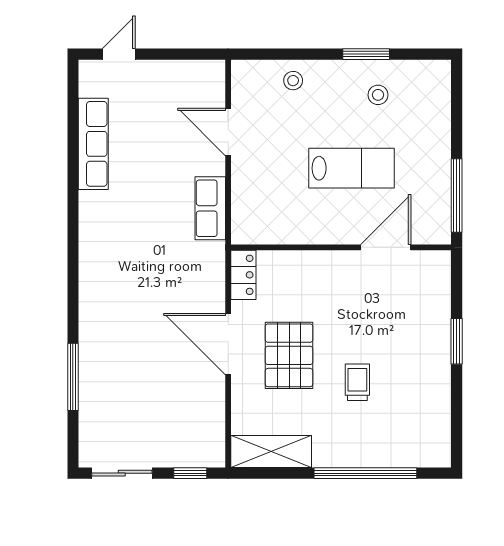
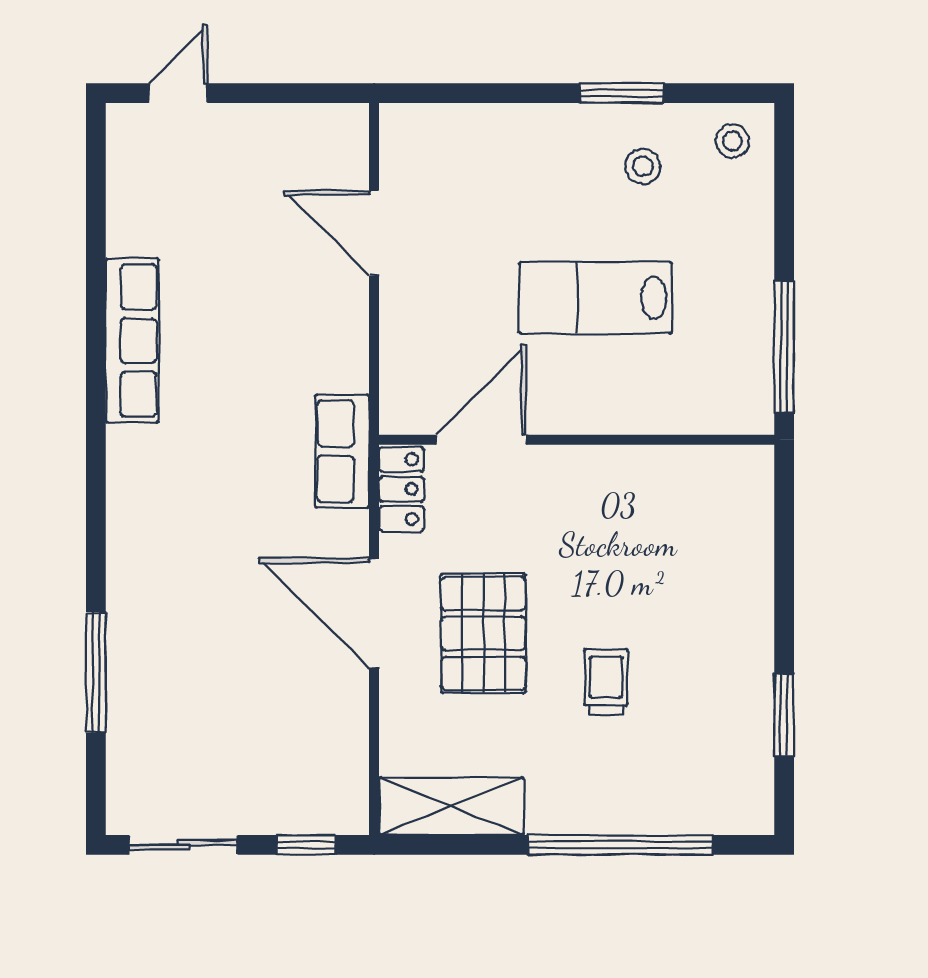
stool: (293, 81) -> (732, 141), moved
row of seats: (93, 144) -> (132, 340), moved
lab bench: (352, 168) -> (595, 298), turned 180
row of seats: (210, 208) -> (342, 451), moved
door: (386, 247) -> (481, 440), moved
window: (457, 341) -> (784, 715), moved

